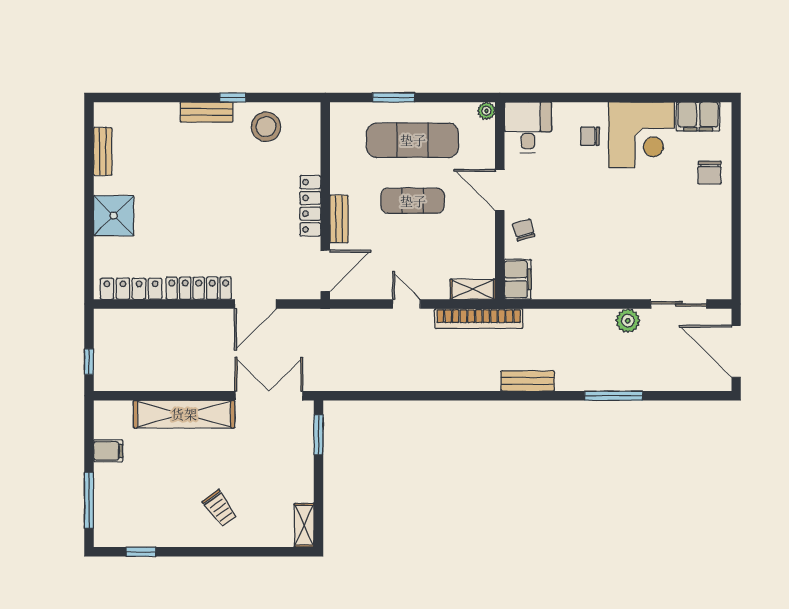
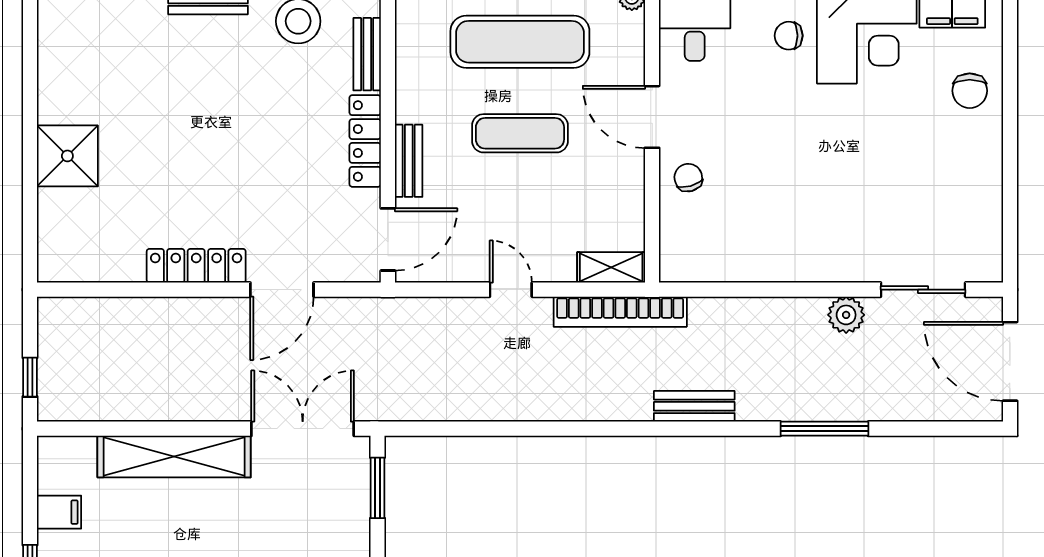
bench: (103, 151) -> (367, 54), moved
filing cabinet: (518, 279) -> (679, 252), removed
locker: (131, 289) -> (94, 267), removed

